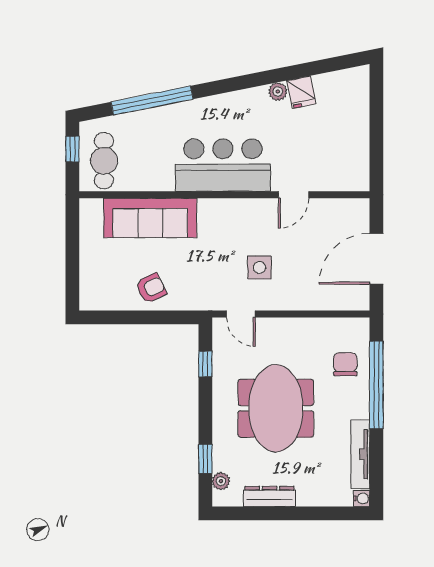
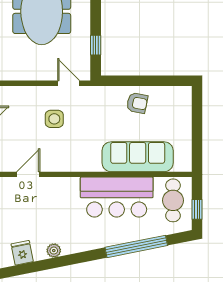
plant: (278, 92) -> (54, 251), moved
bar counter: (223, 165) -> (117, 197), moved
armchair: (151, 288) -> (137, 103), turned -143

